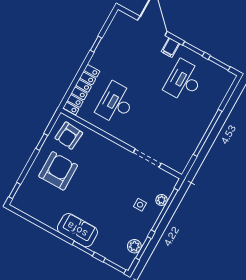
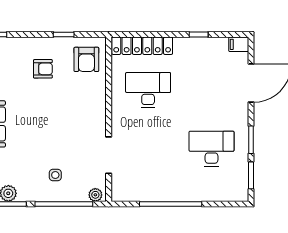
filing cabinet: (170, 48) -> (239, 44), moved
armchair: (69, 136) -> (86, 59), turned -95
armchair: (58, 171) -> (43, 69), width x0.53, depth x0.53
plant: (162, 200) -> (95, 195), moved

